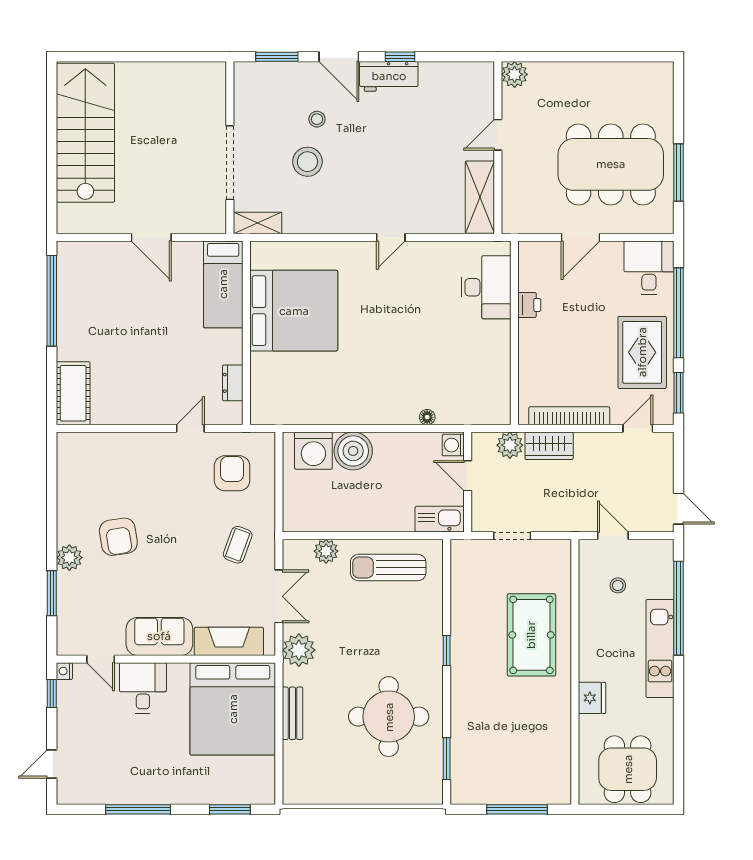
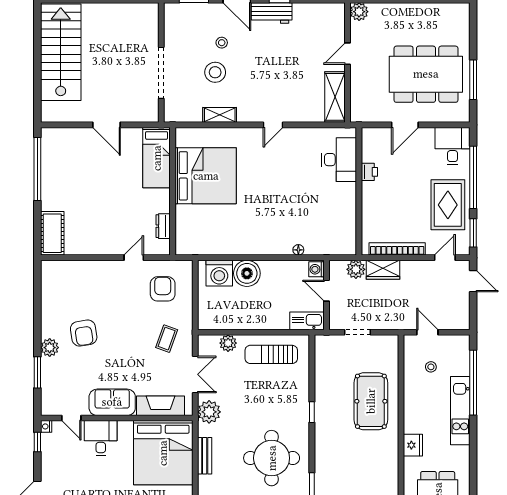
shelving: (258, 223) -> (220, 115), moved
door: (679, 509) -> (473, 281), moved

